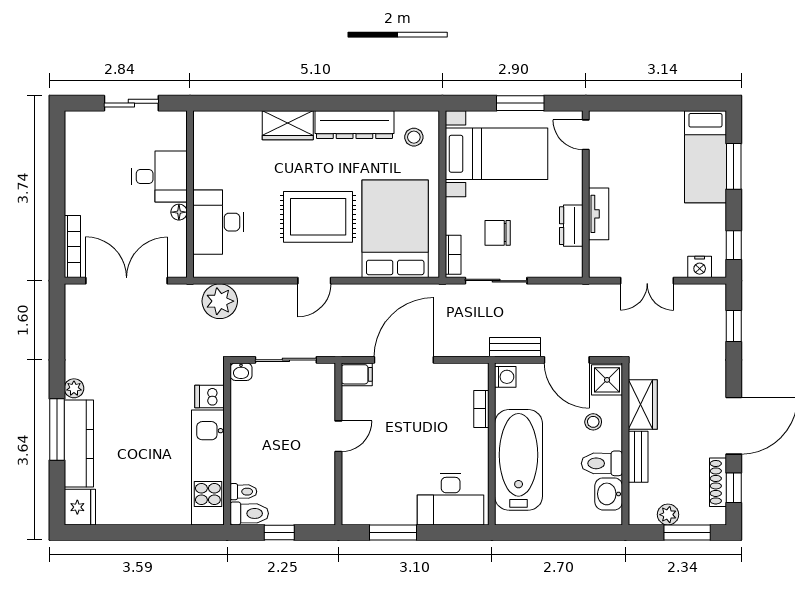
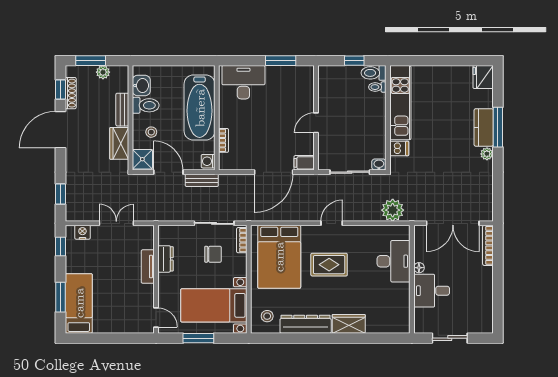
rug: (318, 217) -> (329, 265), width x0.73, depth x0.70
kitchen counter: (79, 444) -> (484, 127), width x0.67

